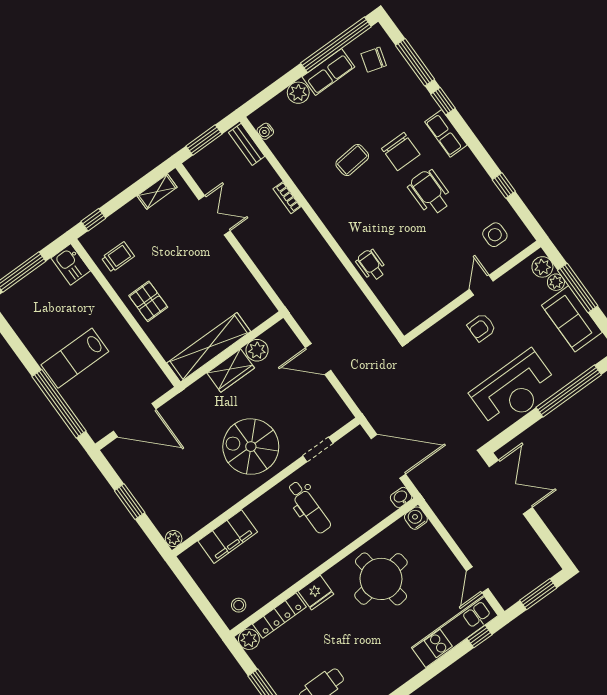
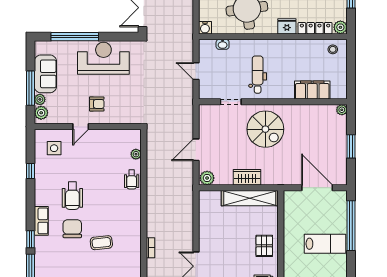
plant: (388, 300) -> (136, 154), added
plant: (257, 350) -> (207, 178), moved
door: (318, 359) -> (196, 150), swing flipped
door: (388, 456) -> (196, 71), width x0.53
washbasin: (401, 497) -> (223, 44), moved

